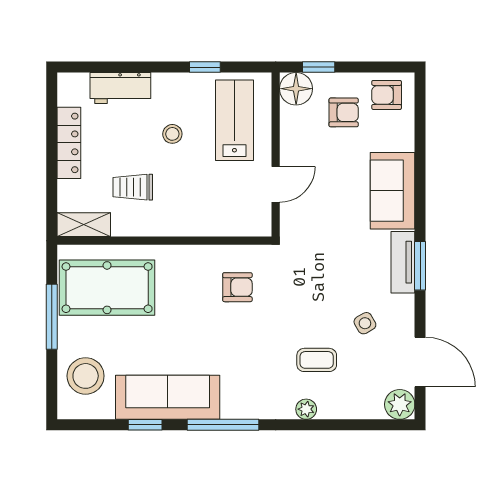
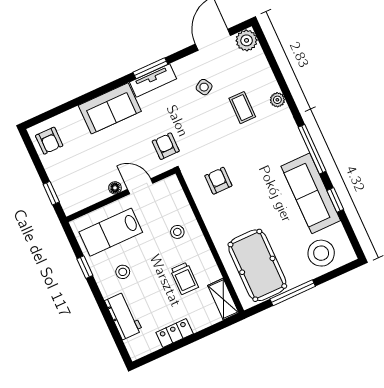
floor lamp: (296, 89) -> (115, 188), moved, width x0.53, depth x0.53
armchair: (344, 112) -> (166, 146), moved
stool: (172, 134) -> (123, 272), moved
locker: (69, 143) -> (175, 333), width x0.66
stool: (196, 205) -> (177, 232), added

